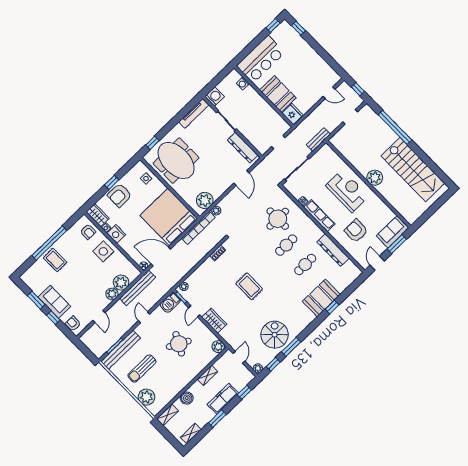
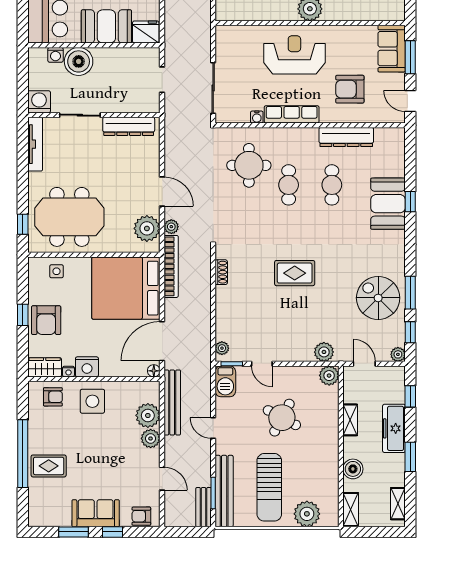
boiler: (250, 97) -> (79, 61), added
bench: (318, 140) -> (204, 507), moved
door: (241, 178) -> (162, 192), moved
wardrobe: (214, 321) -> (295, 351), removed
plant: (227, 334) -> (324, 352), added
sun lounger: (142, 369) -> (269, 487), width x1.36, depth x1.34

